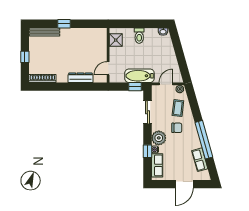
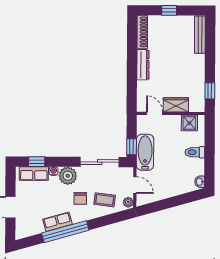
window: (64, 24) -> (210, 91), moved
wardrobe: (101, 51) -> (176, 105), added
dresser: (80, 78) -> (143, 65), moved
sliding door: (147, 112) -> (100, 162), width x1.37
window: (147, 151) -> (37, 162), moved
row of seats: (200, 160) -> (58, 222), moved

